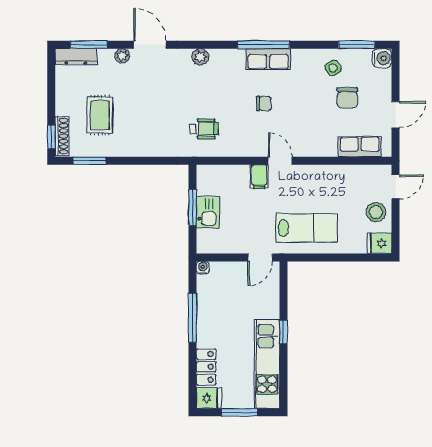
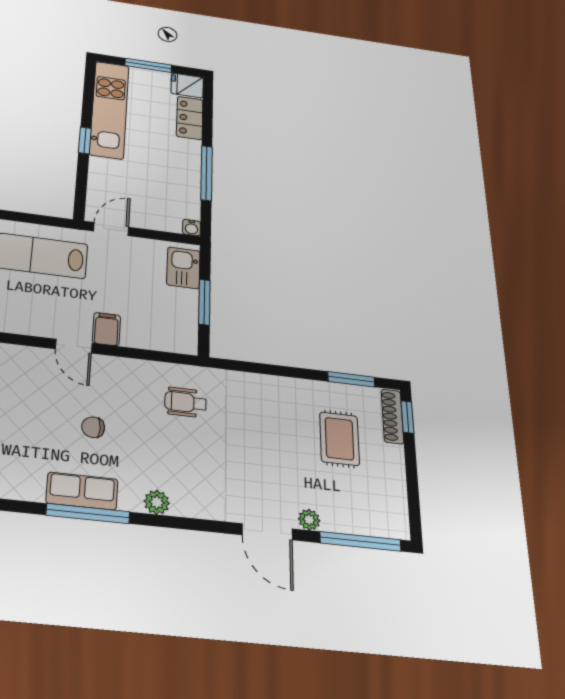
window: (89, 45) -> (361, 541), width x1.44
dresser: (76, 57) -> (379, 526), removed
plant: (200, 57) -> (157, 502), moved
kitchen sink: (208, 212) -> (183, 268), moved

